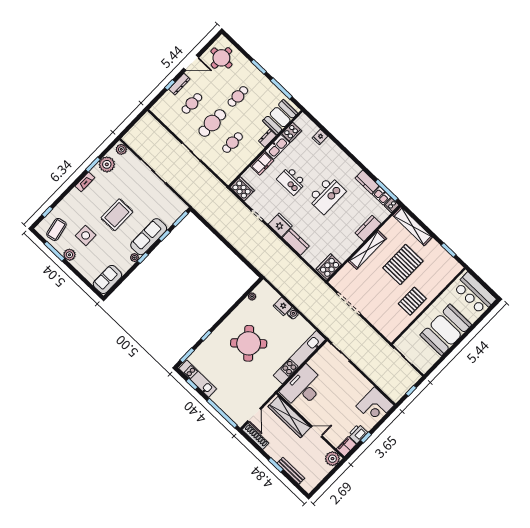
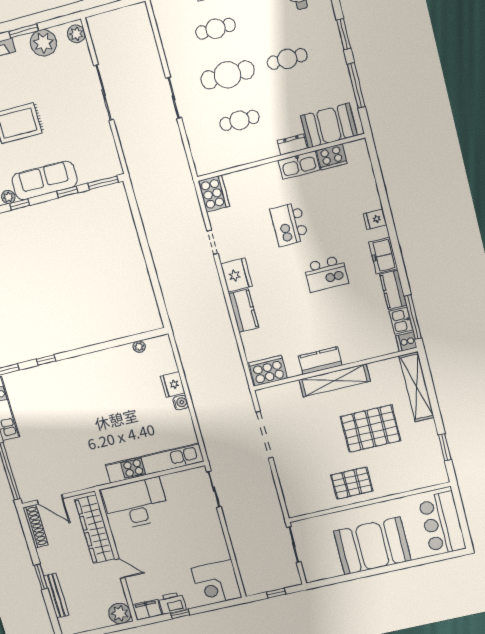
fridge: (320, 137) -> (375, 219), moved
freezer: (262, 163) -> (383, 255), moved, turned 90
kitchen island: (327, 195) -> (326, 274), width x0.73, depth x0.78
kitchen counter: (368, 228) -> (320, 361), moved
round table: (249, 343) -> (98, 405), removed
door: (254, 415) -> (50, 499), hinge flipped

